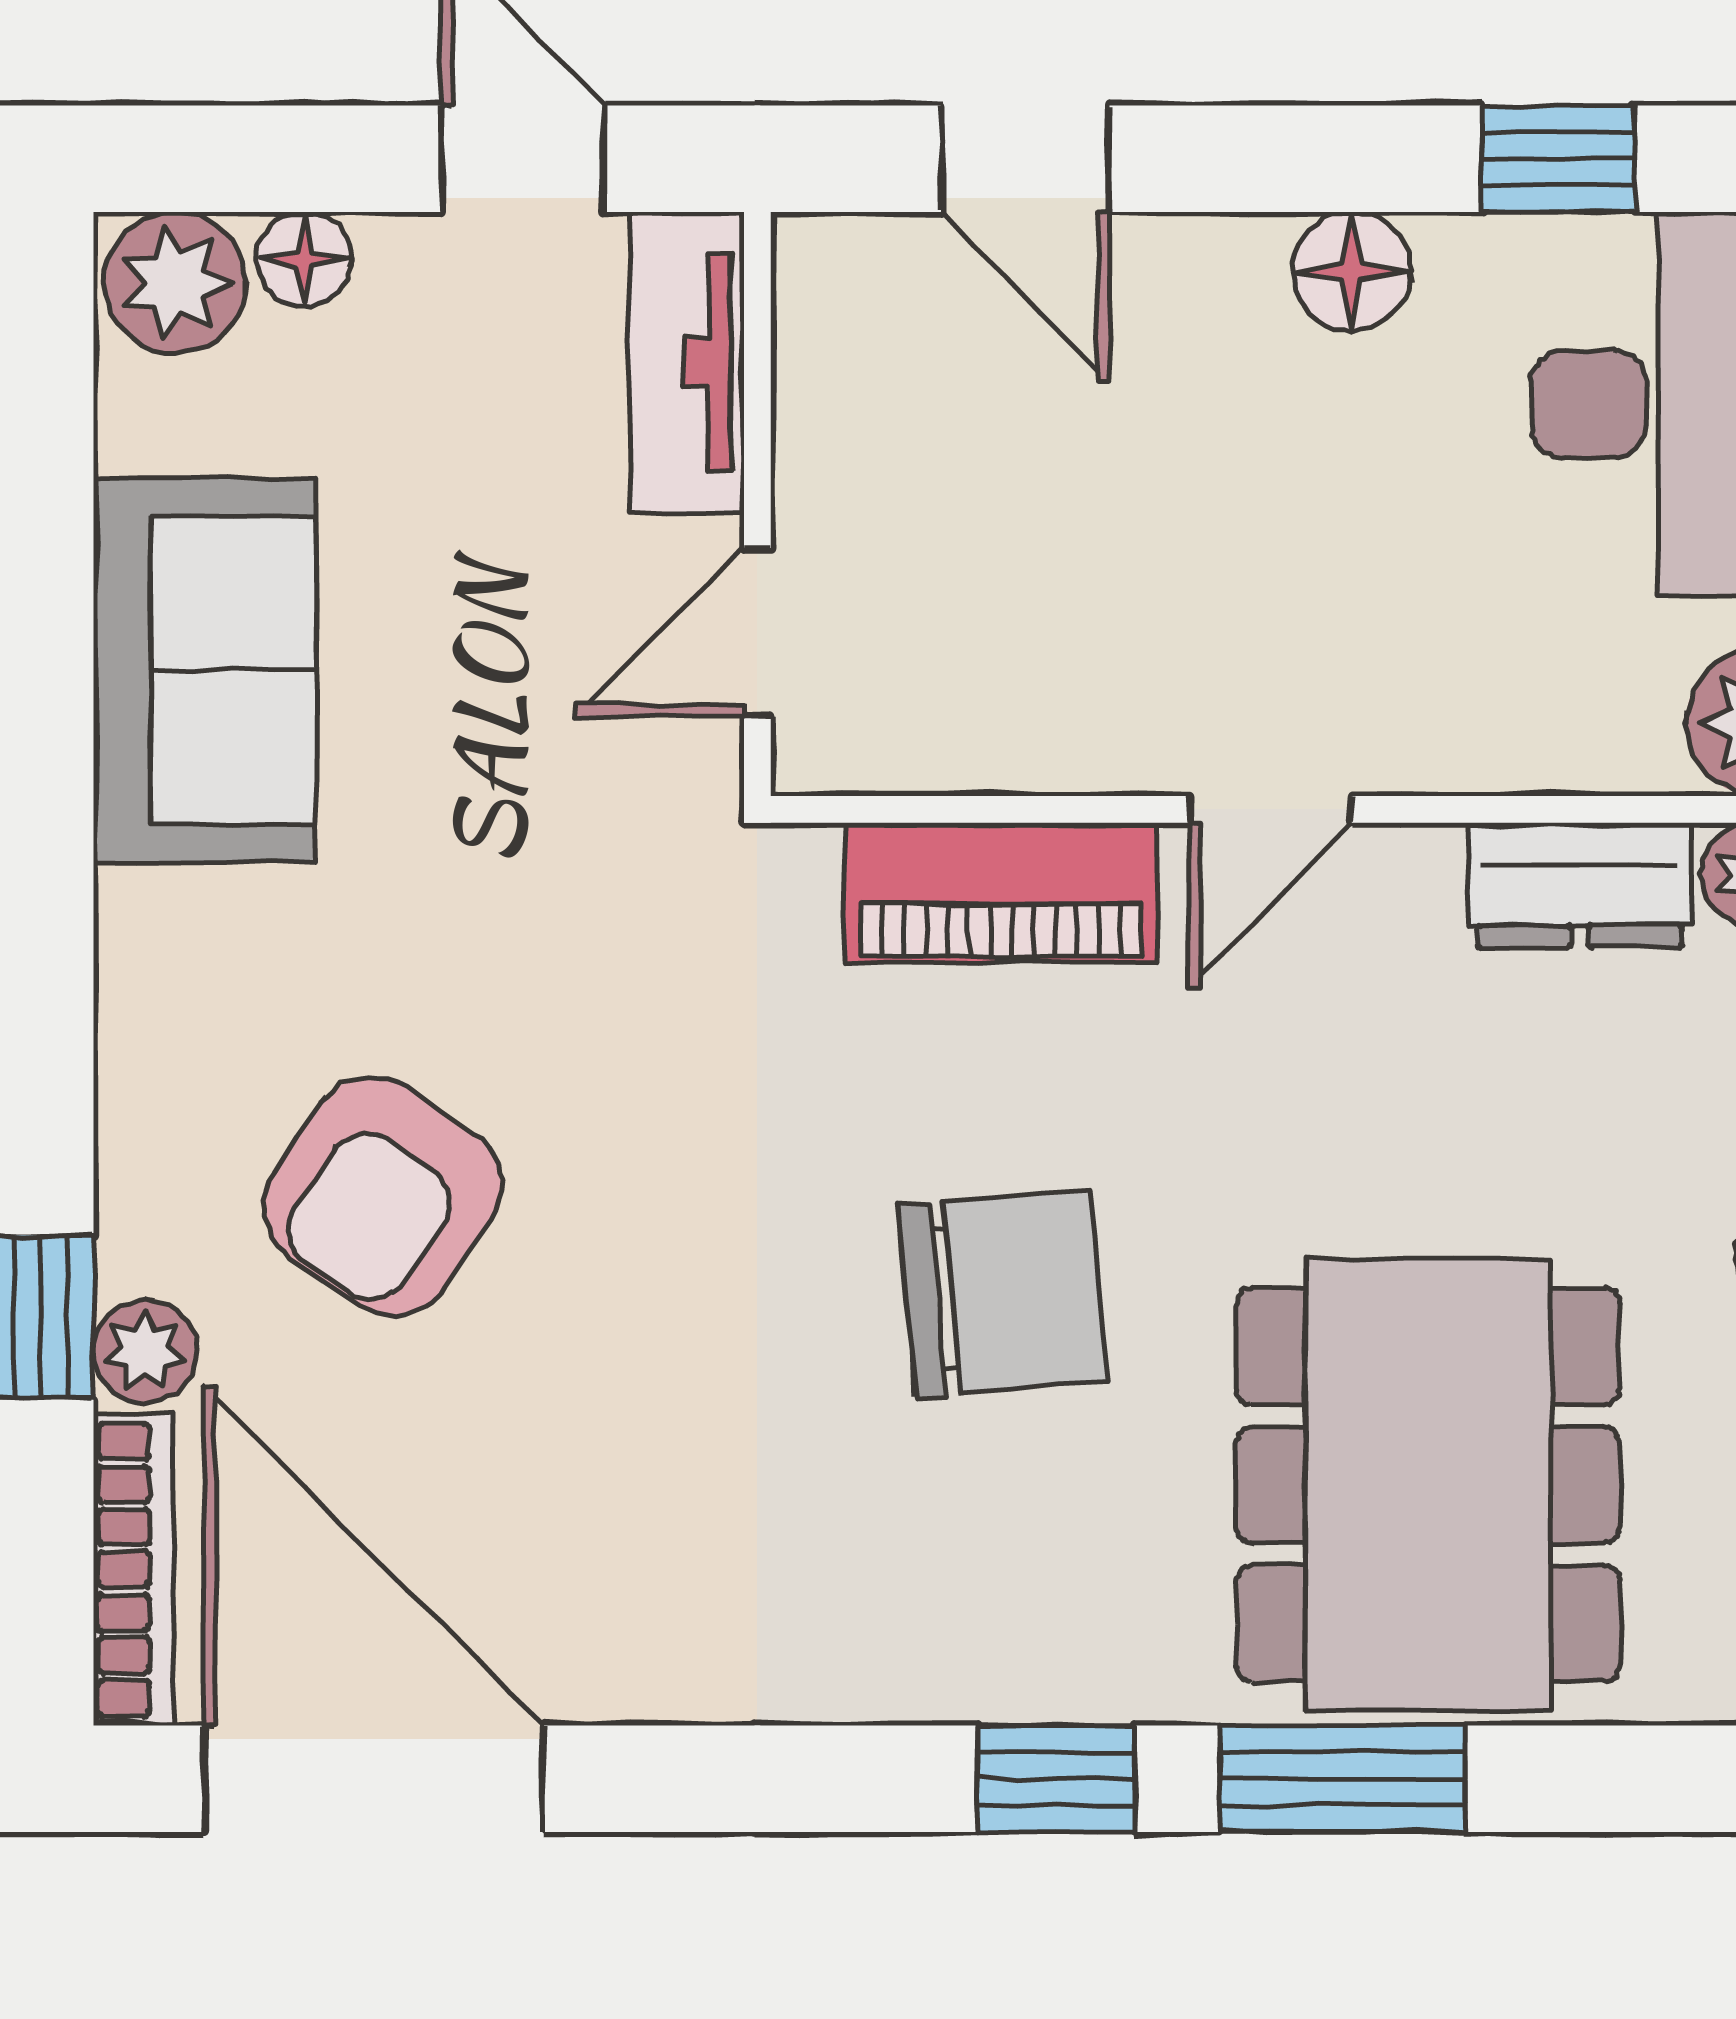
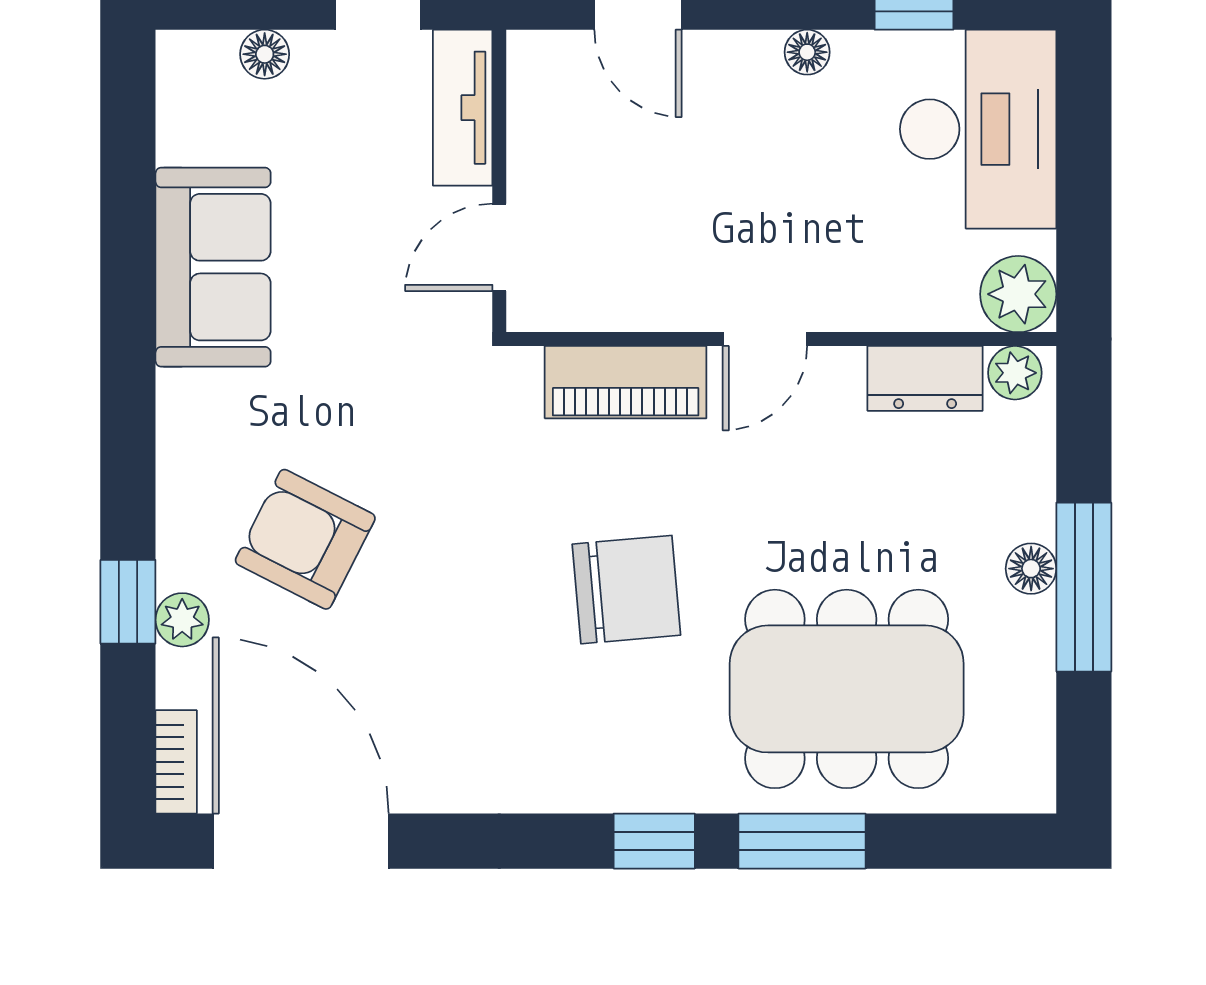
floor lamp: (1352, 271) -> (807, 52), width x0.73, depth x0.73
plant: (175, 283) -> (198, 66), removed
armchair: (383, 1196) -> (305, 539), turned 83
dining table: (1428, 1485) -> (847, 689), turned 90
bookcase: (133, 1570) -> (176, 762), width x0.64

